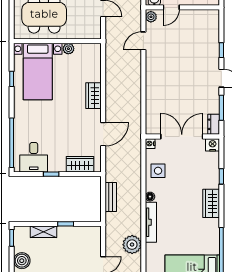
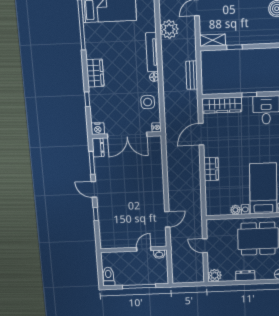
plant: (151, 17) -> (161, 240), removed
wardrobe: (80, 164) -> (222, 105), width x1.50
shelving: (44, 232) -> (213, 40), moved

